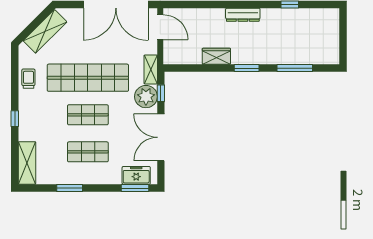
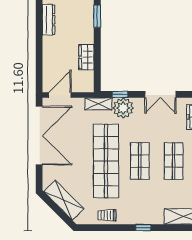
wardrobe: (216, 56) -> (86, 57), moved
double door: (161, 137) -> (160, 94), width x0.73

